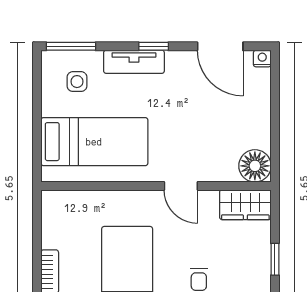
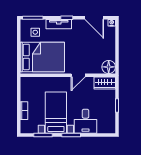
bed: (94, 142) -> (42, 57), width x1.50
door: (181, 186) -> (78, 75), hinge flipped

